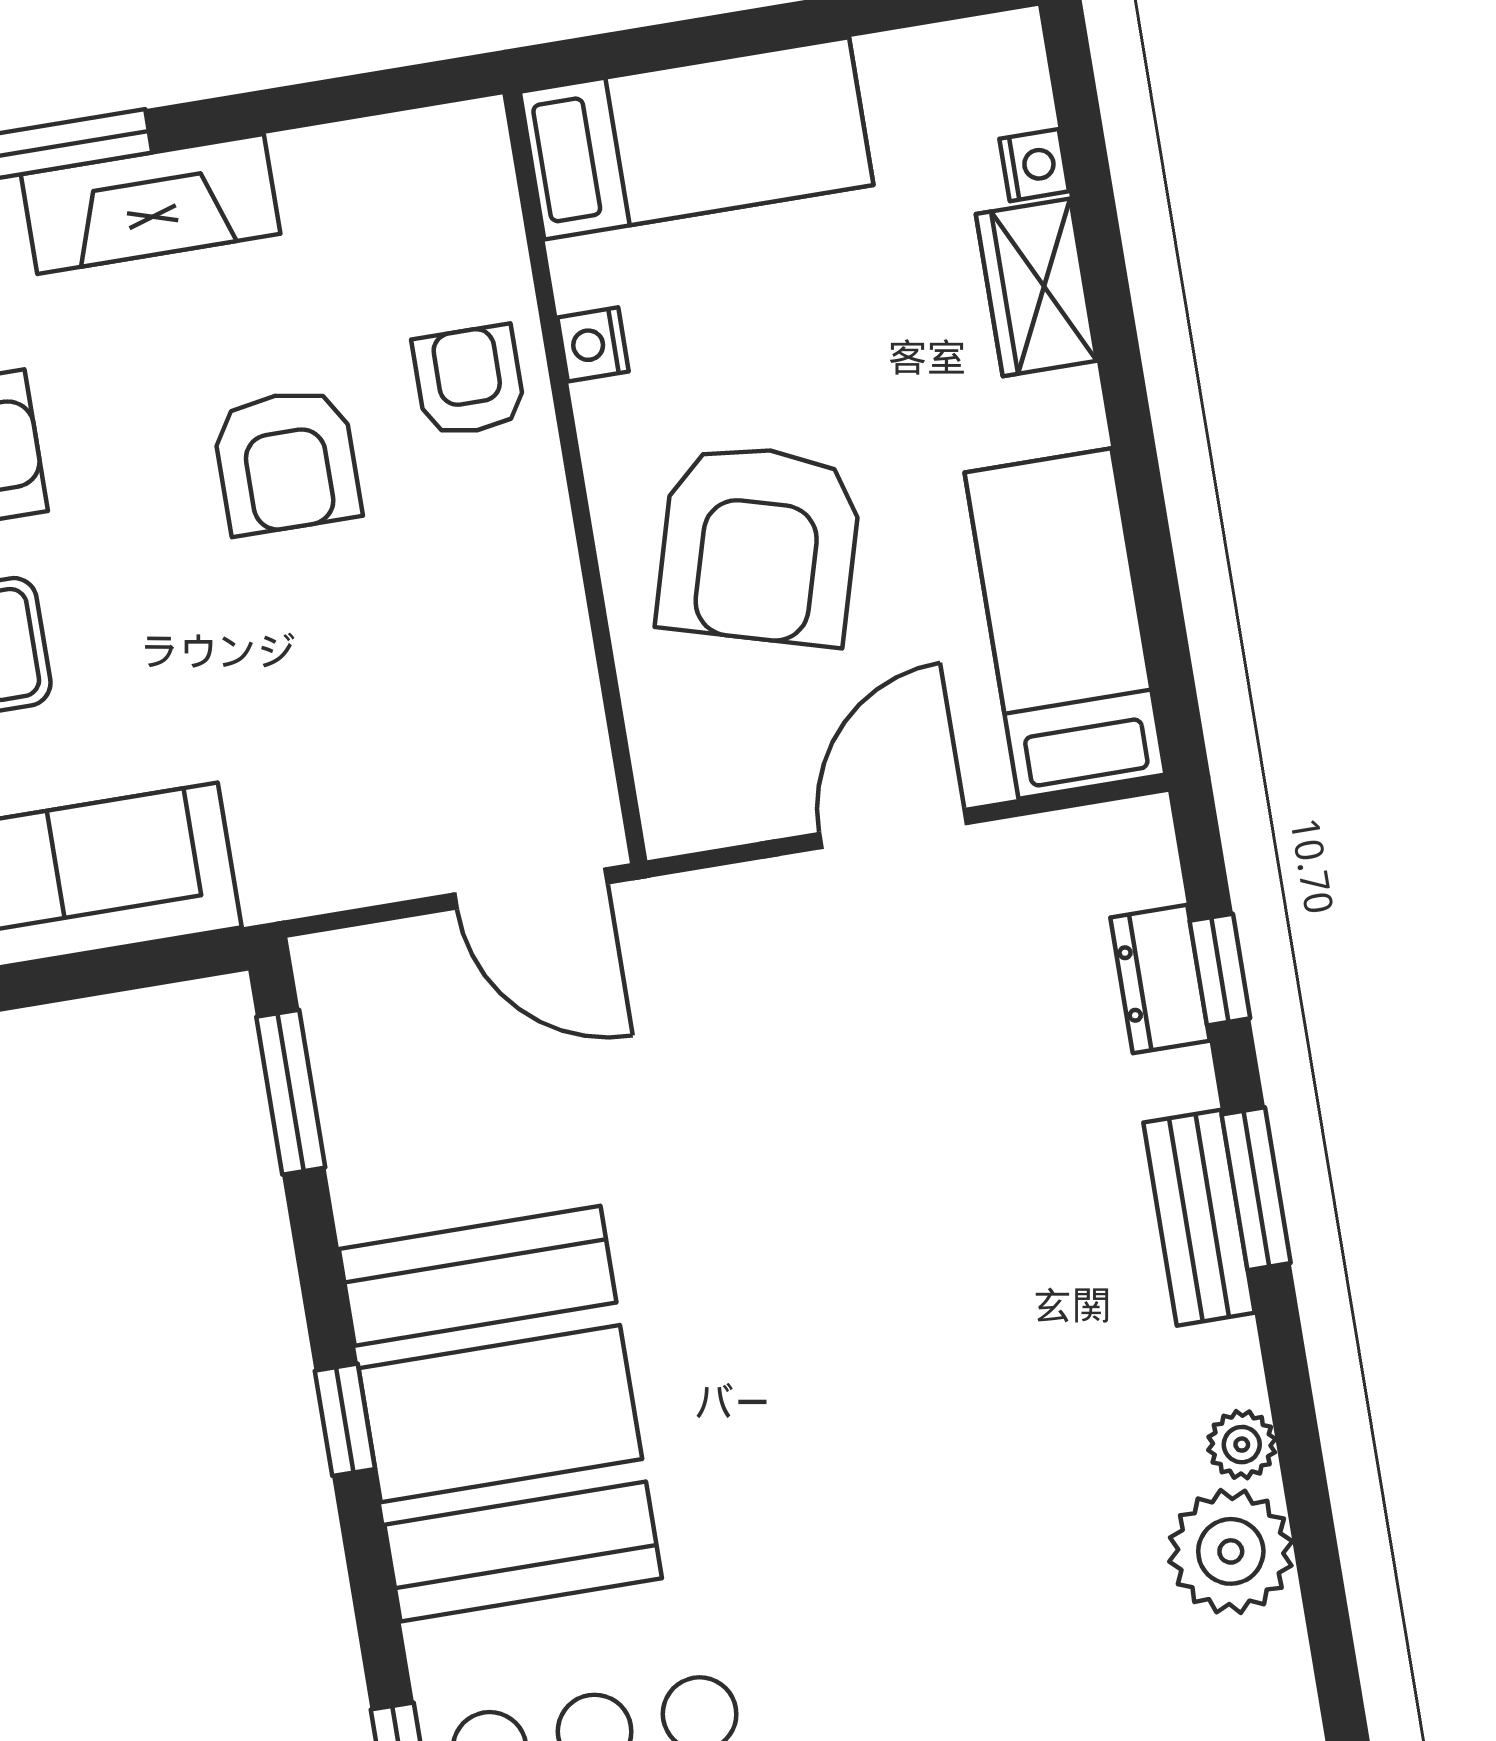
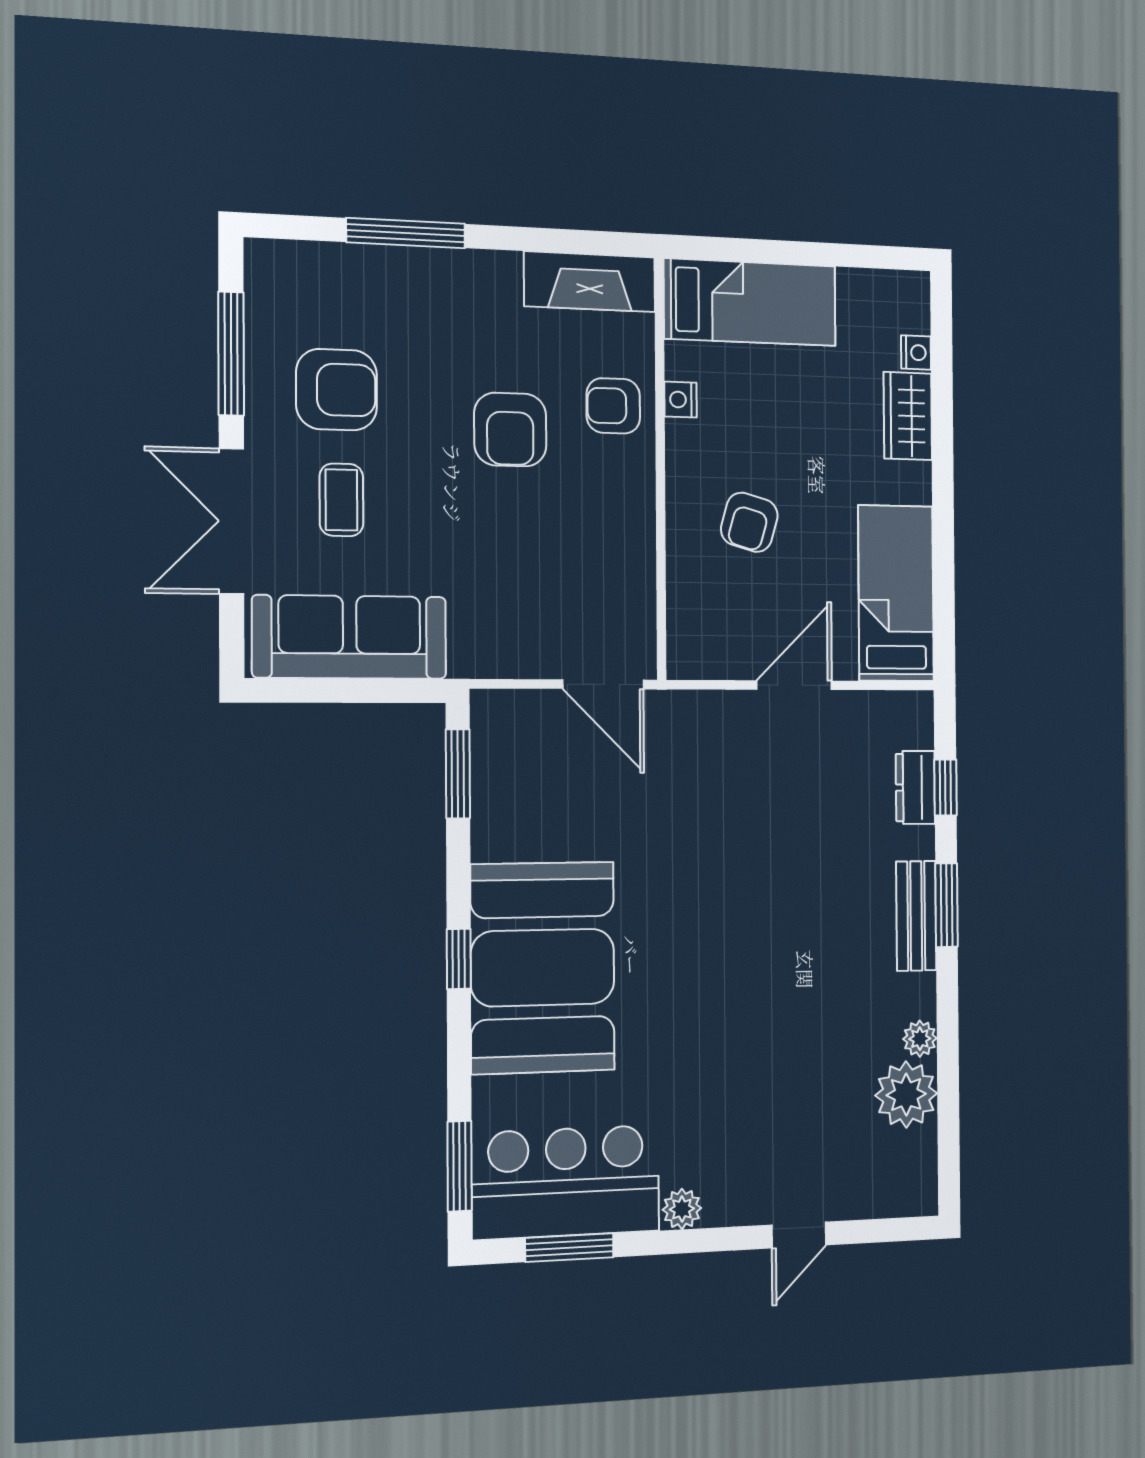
fireplace: (151, 204) -> (590, 282), moved
armchair: (469, 381) -> (613, 406), turned -90
armchair: (759, 544) -> (749, 522), width x0.53, depth x0.53

